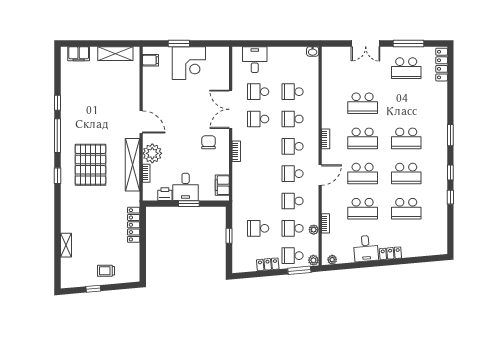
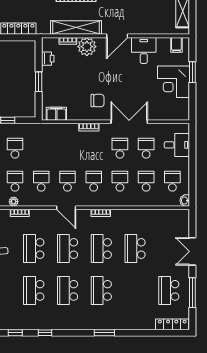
school desk: (293, 64) -> (172, 181), added
window: (450, 173) -> (15, 333), moved
desk: (186, 187) -> (144, 50), moved, turned 90

